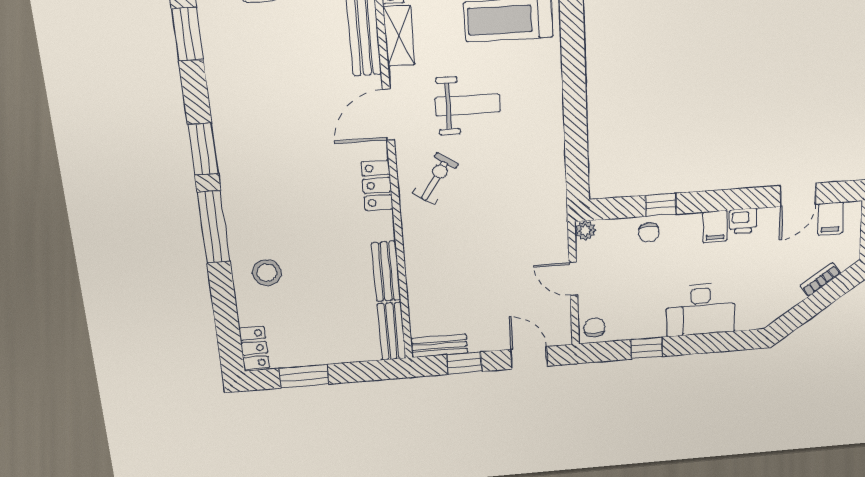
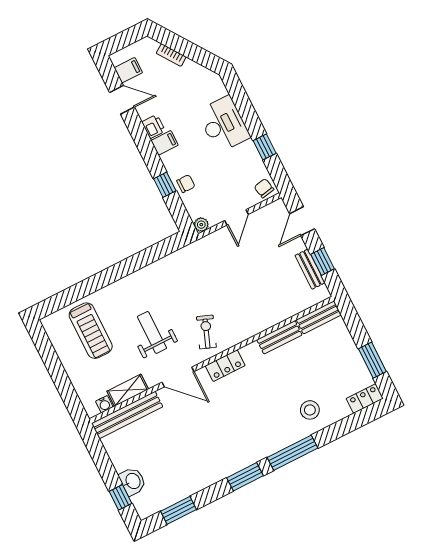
exercise bike: (436, 179) -> (206, 332), turned 78
chair: (594, 327) -> (264, 188), turned 79
bench: (439, 346) -> (310, 269), moved

